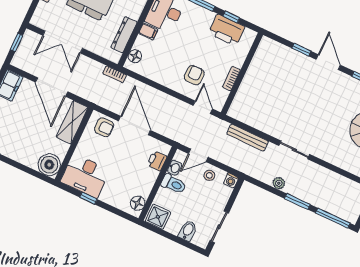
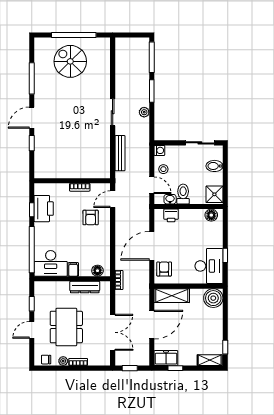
armchair: (194, 75) -> (91, 218), turned -90

